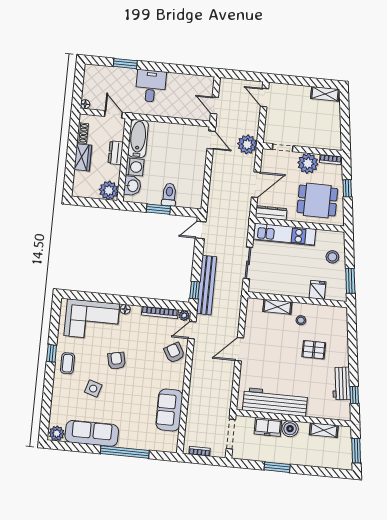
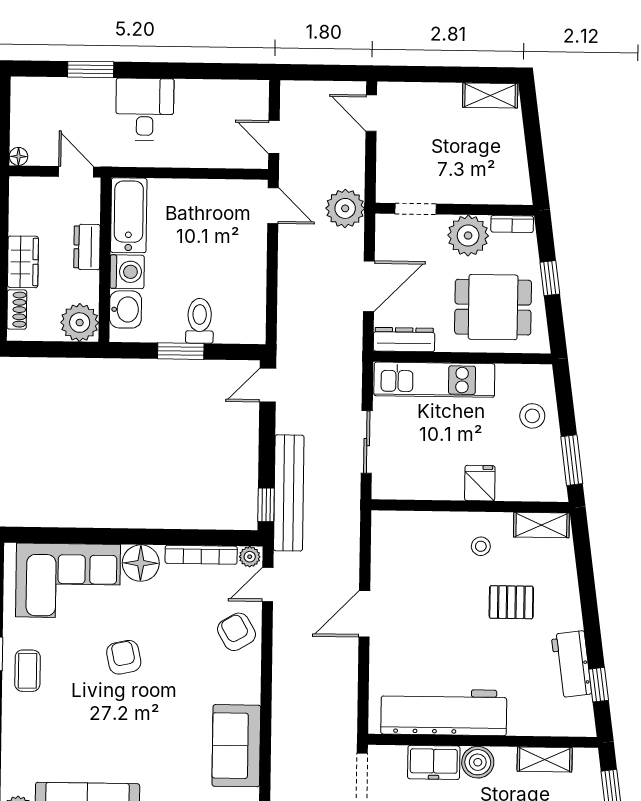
shoe rack: (82, 133) -> (17, 310), moved
fridge: (317, 290) -> (480, 483), moved
shelving: (277, 307) -> (541, 525), moved
floor lamp: (125, 309) -> (141, 563), width x1.89, depth x1.89
side table: (93, 389) -> (83, 716), removed

